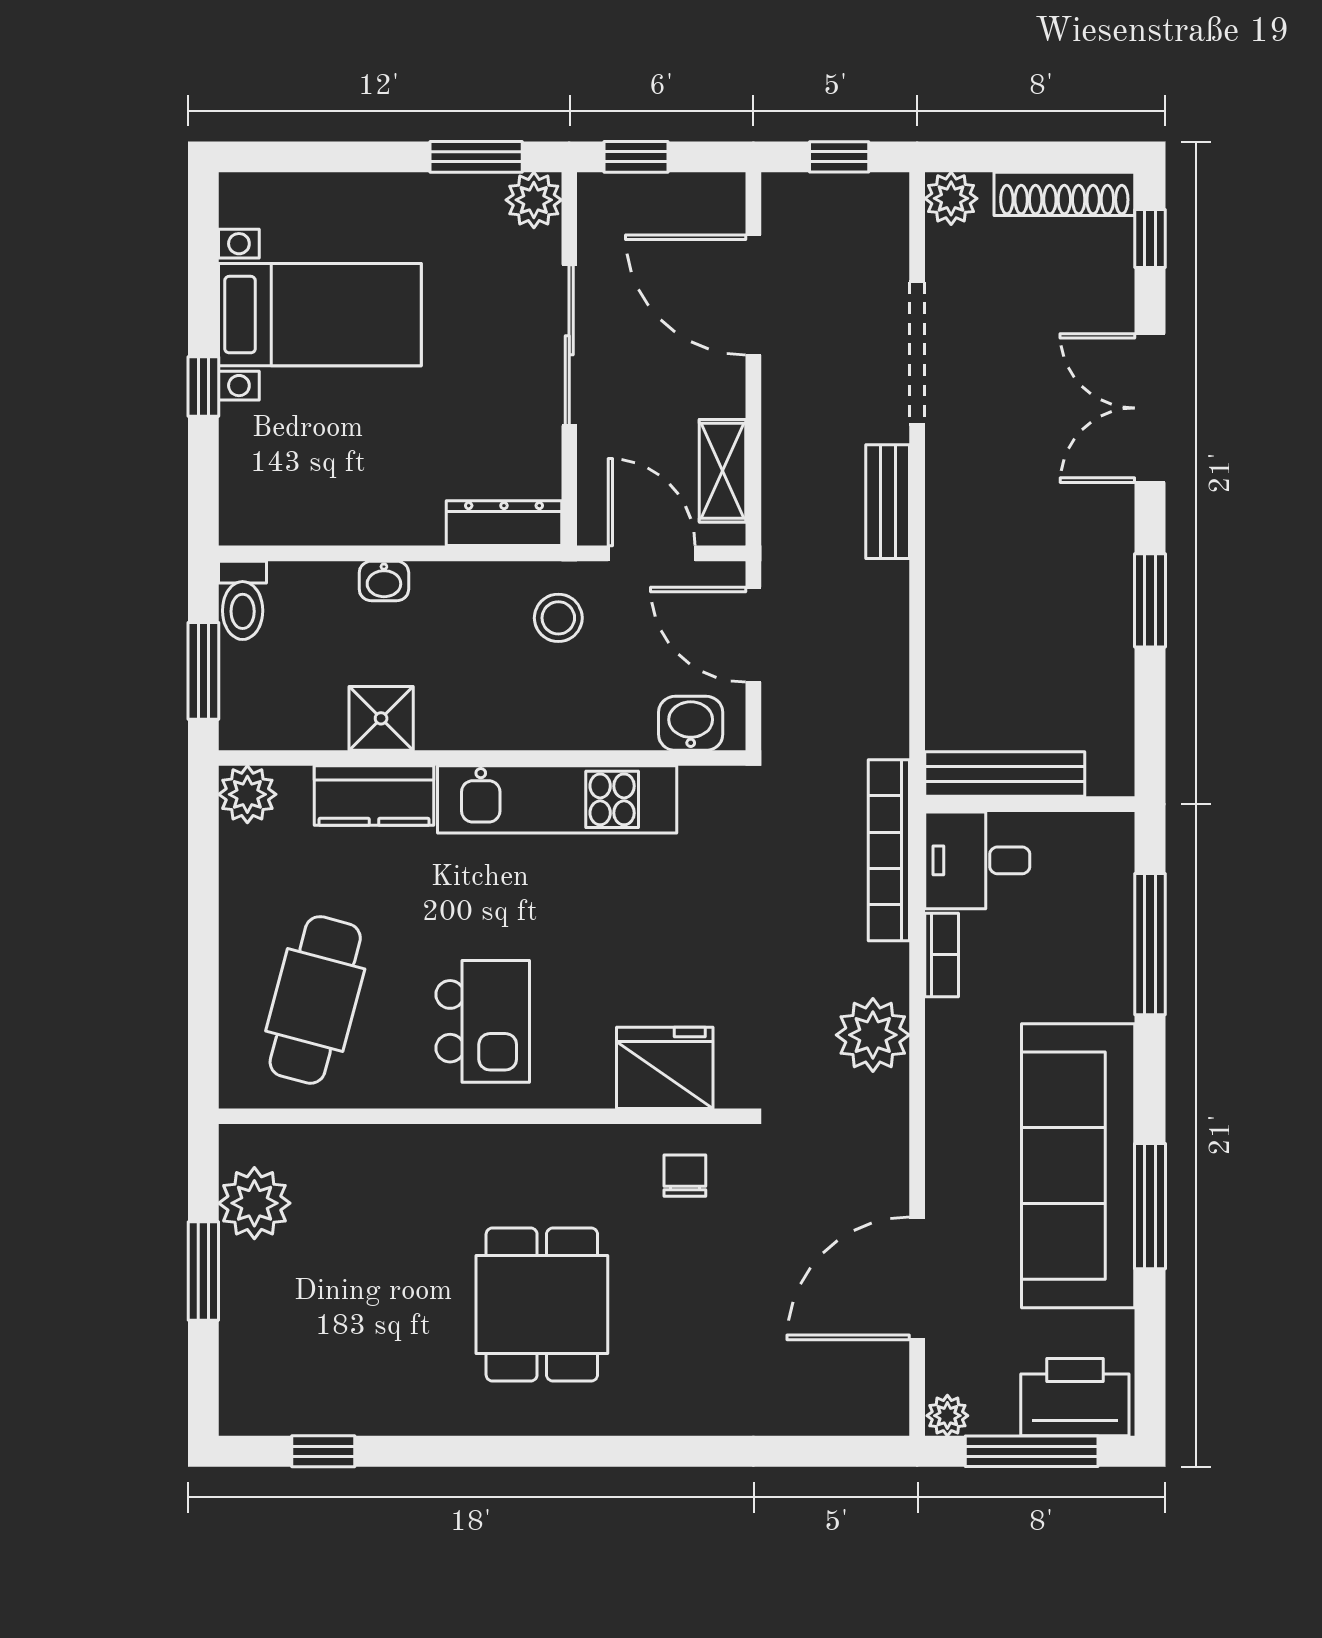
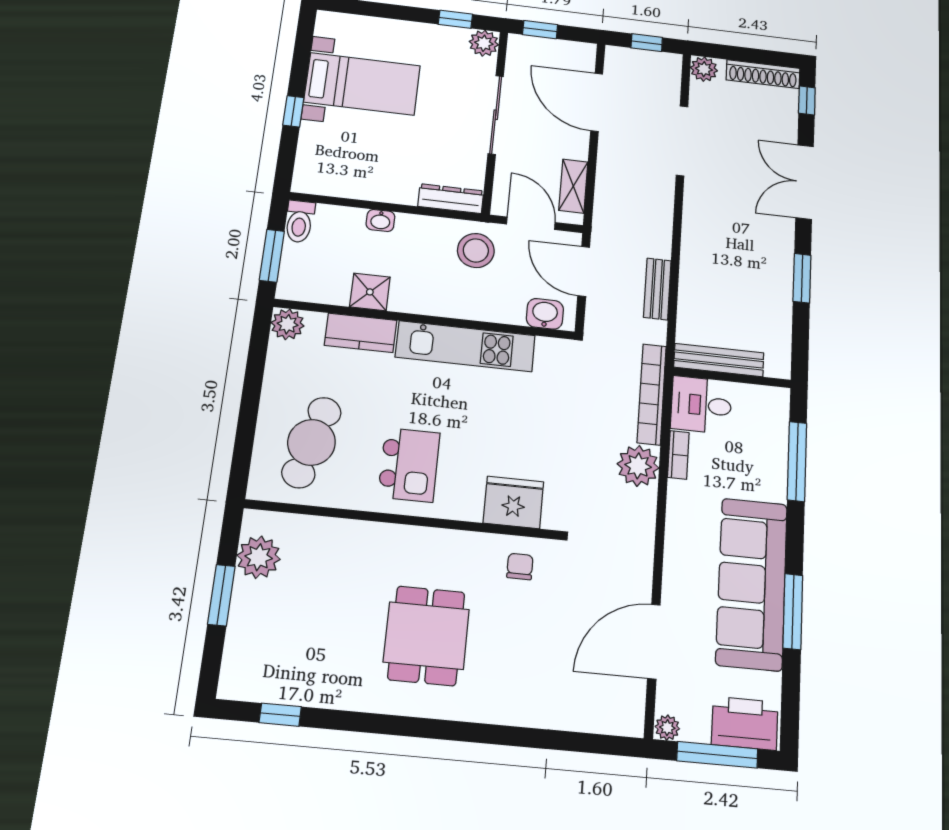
window: (476, 157) -> (455, 19), width x0.67
bench: (888, 502) -> (657, 289), moved
stool: (558, 618) -> (476, 250), width x1.38, depth x1.38
plant: (873, 1035) -> (638, 466), moved

